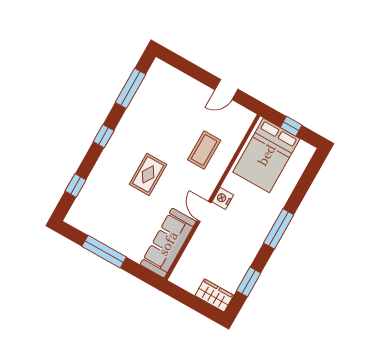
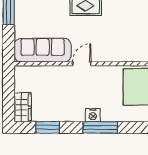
coffee table: (204, 150) -> (128, 38), removed
nightstand: (223, 198) -> (93, 115), moved, turned 180

